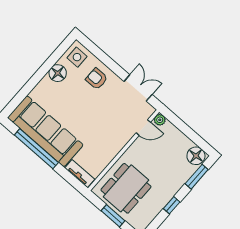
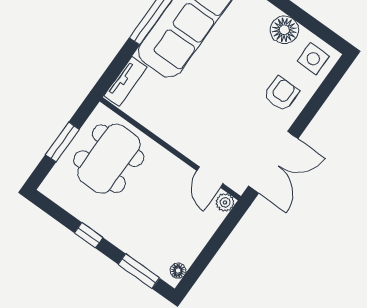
double door: (138, 88) -> (273, 162), width x1.37
floor lamp: (196, 156) -> (178, 271), width x0.53, depth x0.53
dining table: (126, 188) -> (109, 159), turned 90

